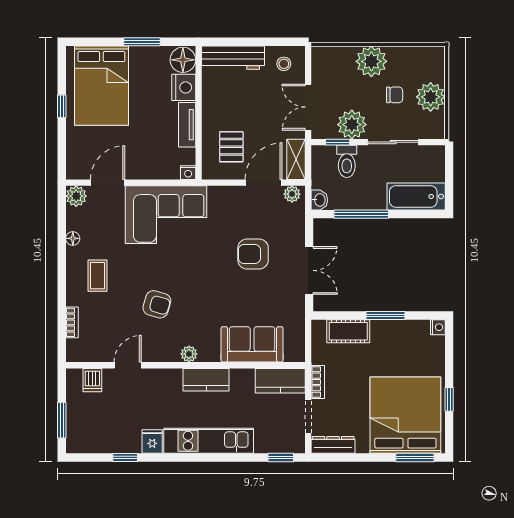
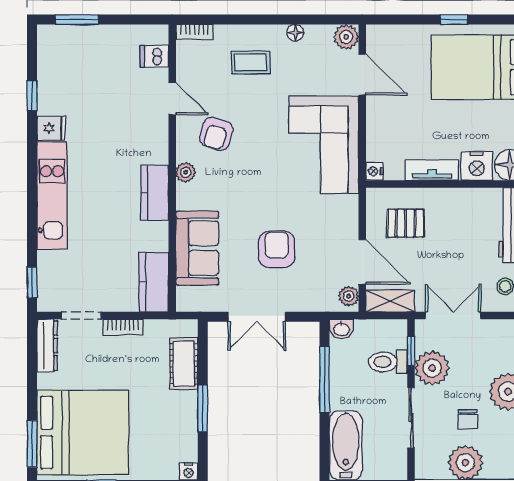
sofa: (252, 344) -> (197, 248), moved
plant: (189, 354) -> (186, 172), moved
door: (128, 365) -> (172, 99), moved
wall: (185, 365) -> (172, 168), moved
dishwasher: (92, 380) -> (154, 56), moved
kitchen counter: (206, 380) -> (155, 193), moved
kitchen counter: (280, 381) -> (154, 282), moved

